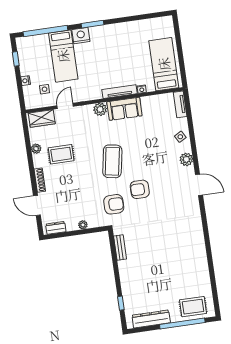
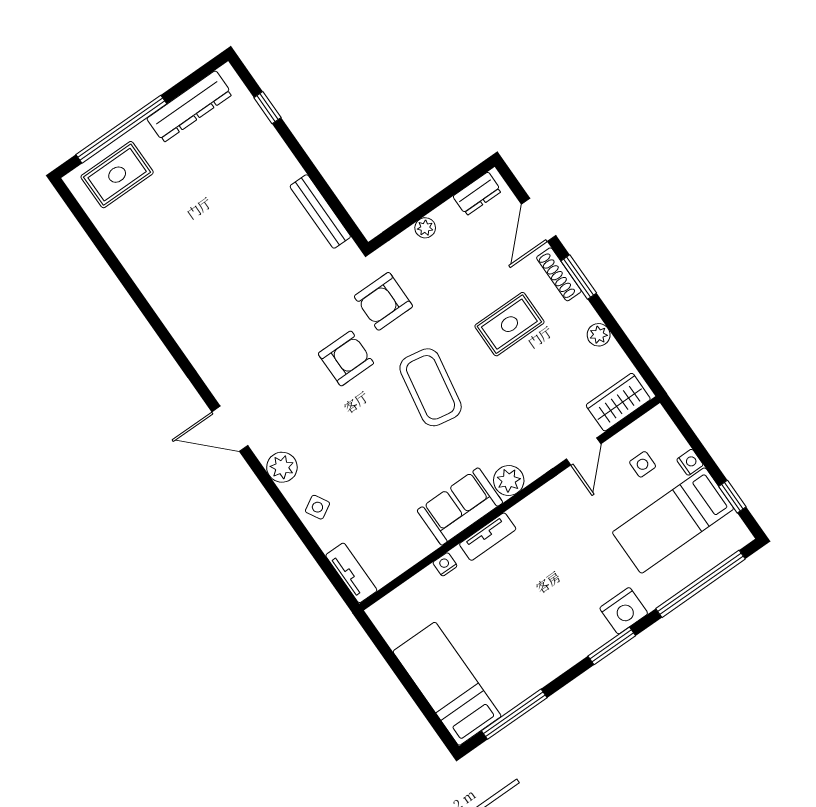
window: (144, 17) -> (514, 714), added
bed: (63, 56) -> (673, 520), moved, turned -90
bed: (164, 64) -> (447, 684), moved, turned 180
tv unit: (119, 92) -> (488, 537), width x0.71
rug: (61, 154) -> (509, 324), moved
window: (32, 175) -> (579, 277), added
door: (37, 205) -> (539, 220), swing flipped
bench: (120, 248) -> (320, 211), width x1.36

